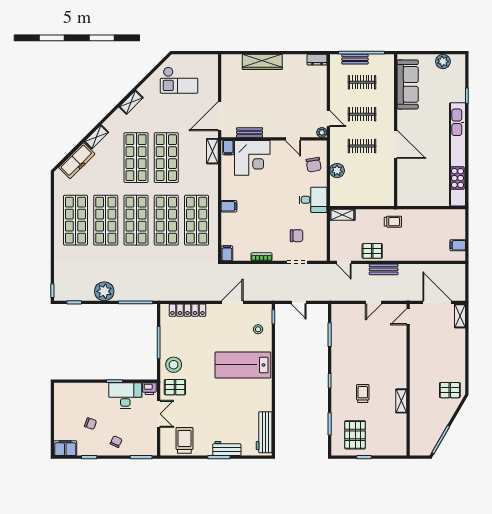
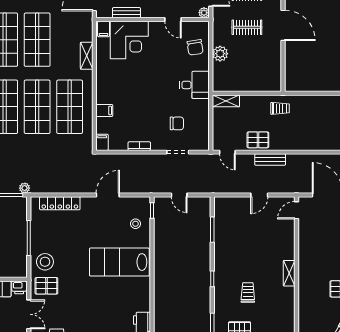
shelving: (212, 151) -> (87, 56), moved
filing cabinet: (229, 206) -> (104, 110), moved
plant: (155, 296) -> (25, 188), added
shelving: (401, 401) -> (289, 273), moved

